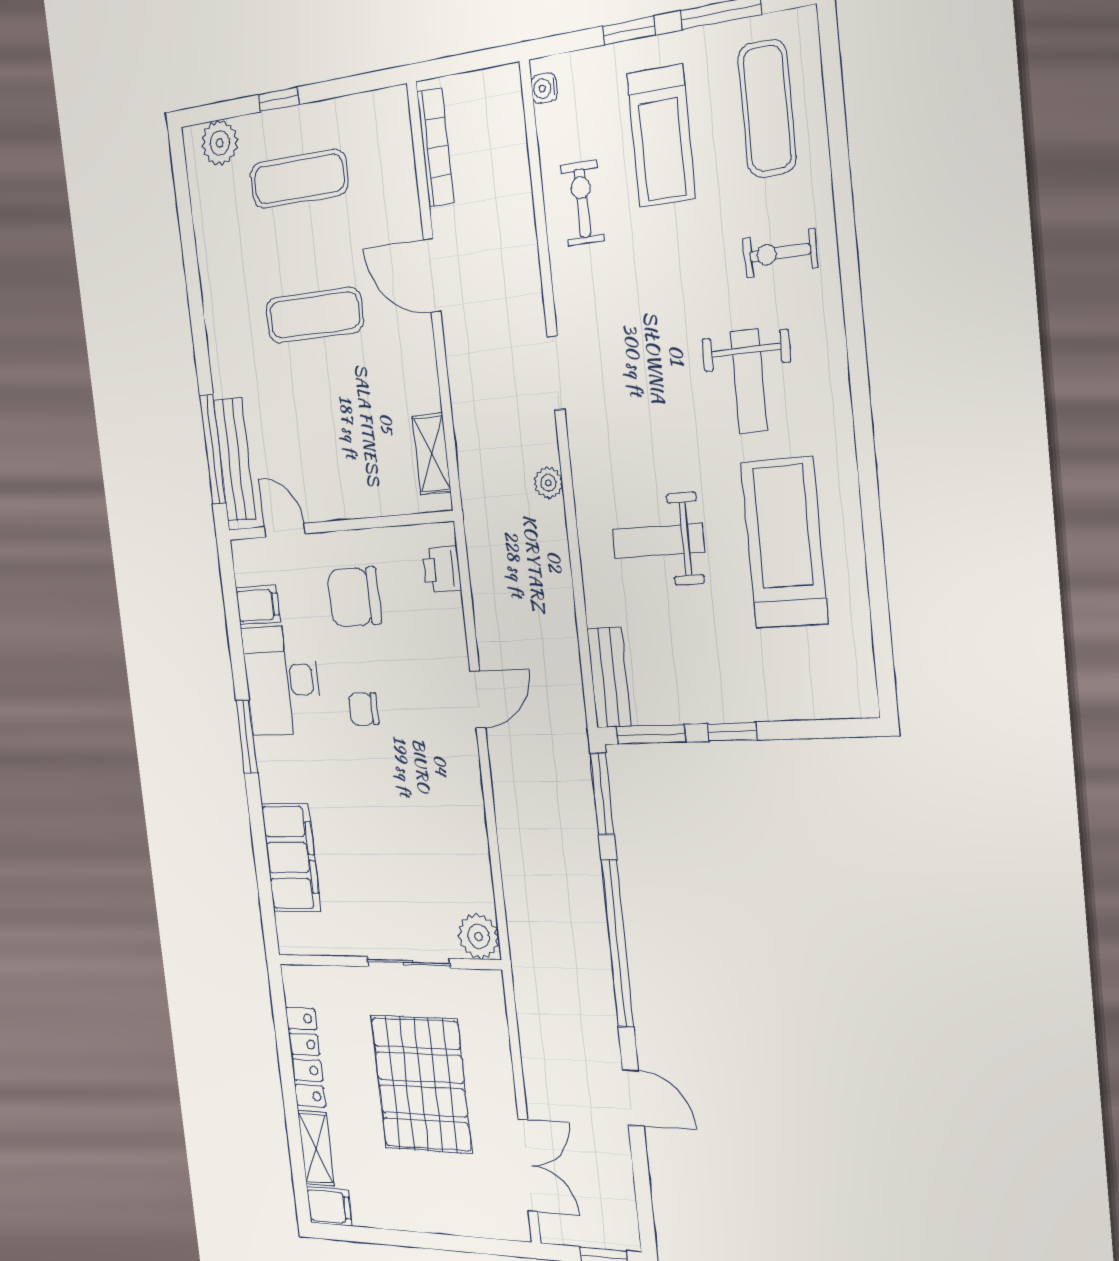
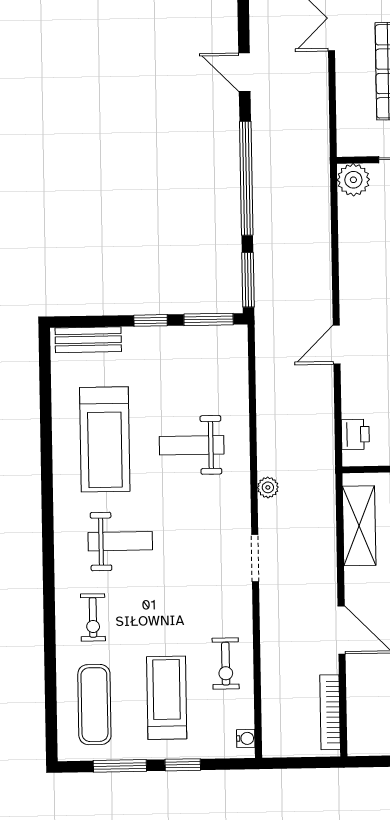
exercise bike: (780, 253) -> (93, 617), turned 90
weight bench: (749, 381) -> (120, 541), turned 90
shelving: (432, 454) -> (359, 526), width x1.50, depth x1.33
weight bench: (658, 541) -> (192, 445), turned 180
bench: (609, 678) -> (88, 340), moved, turned 90

